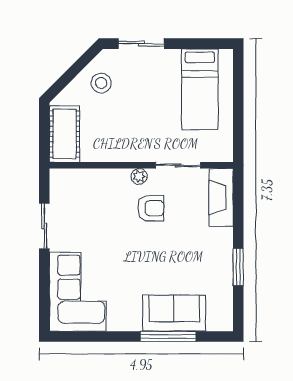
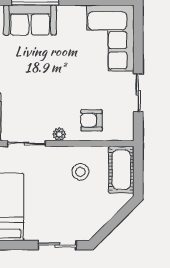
stool: (101, 83) -> (80, 172), moved
armchair: (151, 208) -> (91, 120), moved

